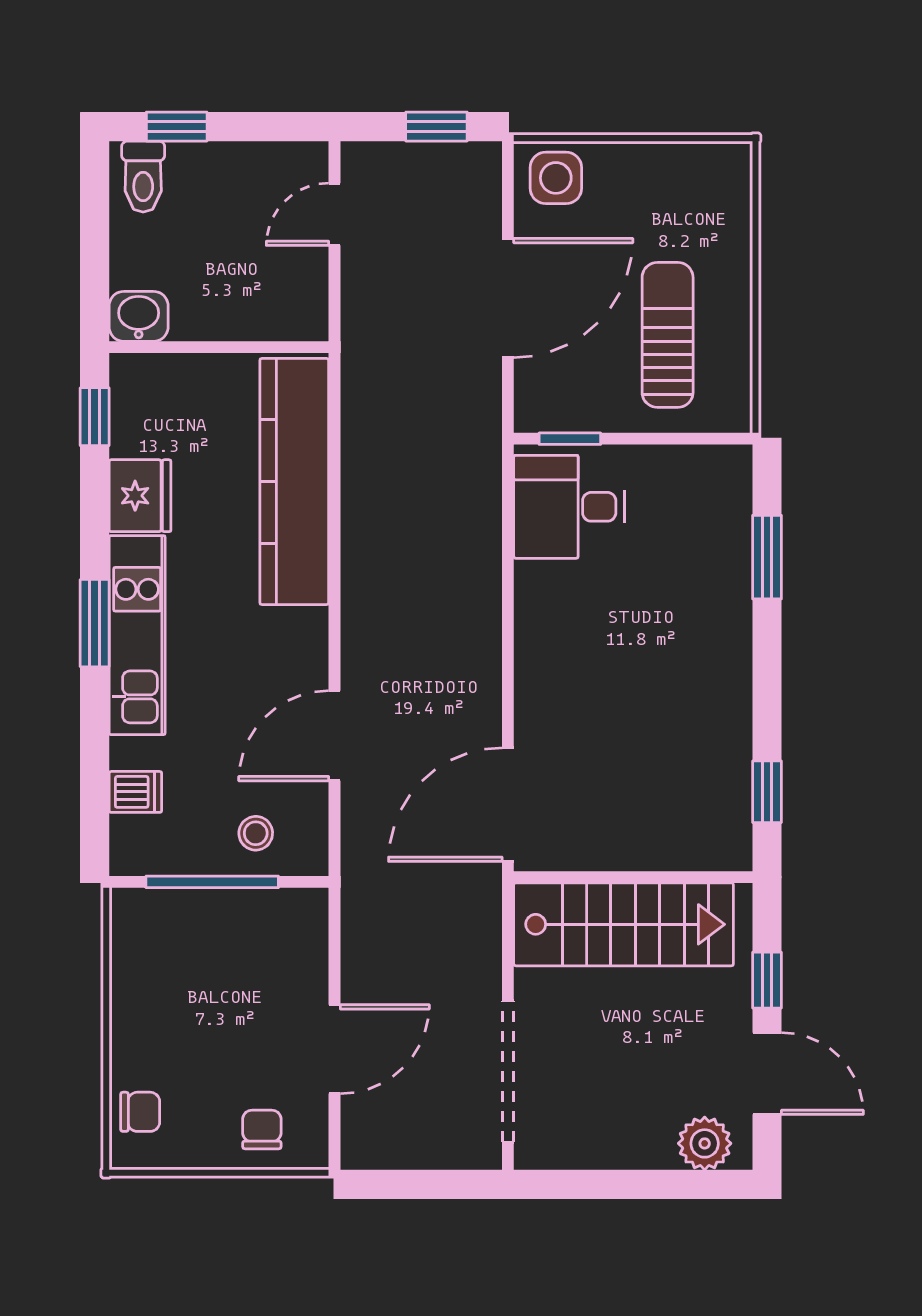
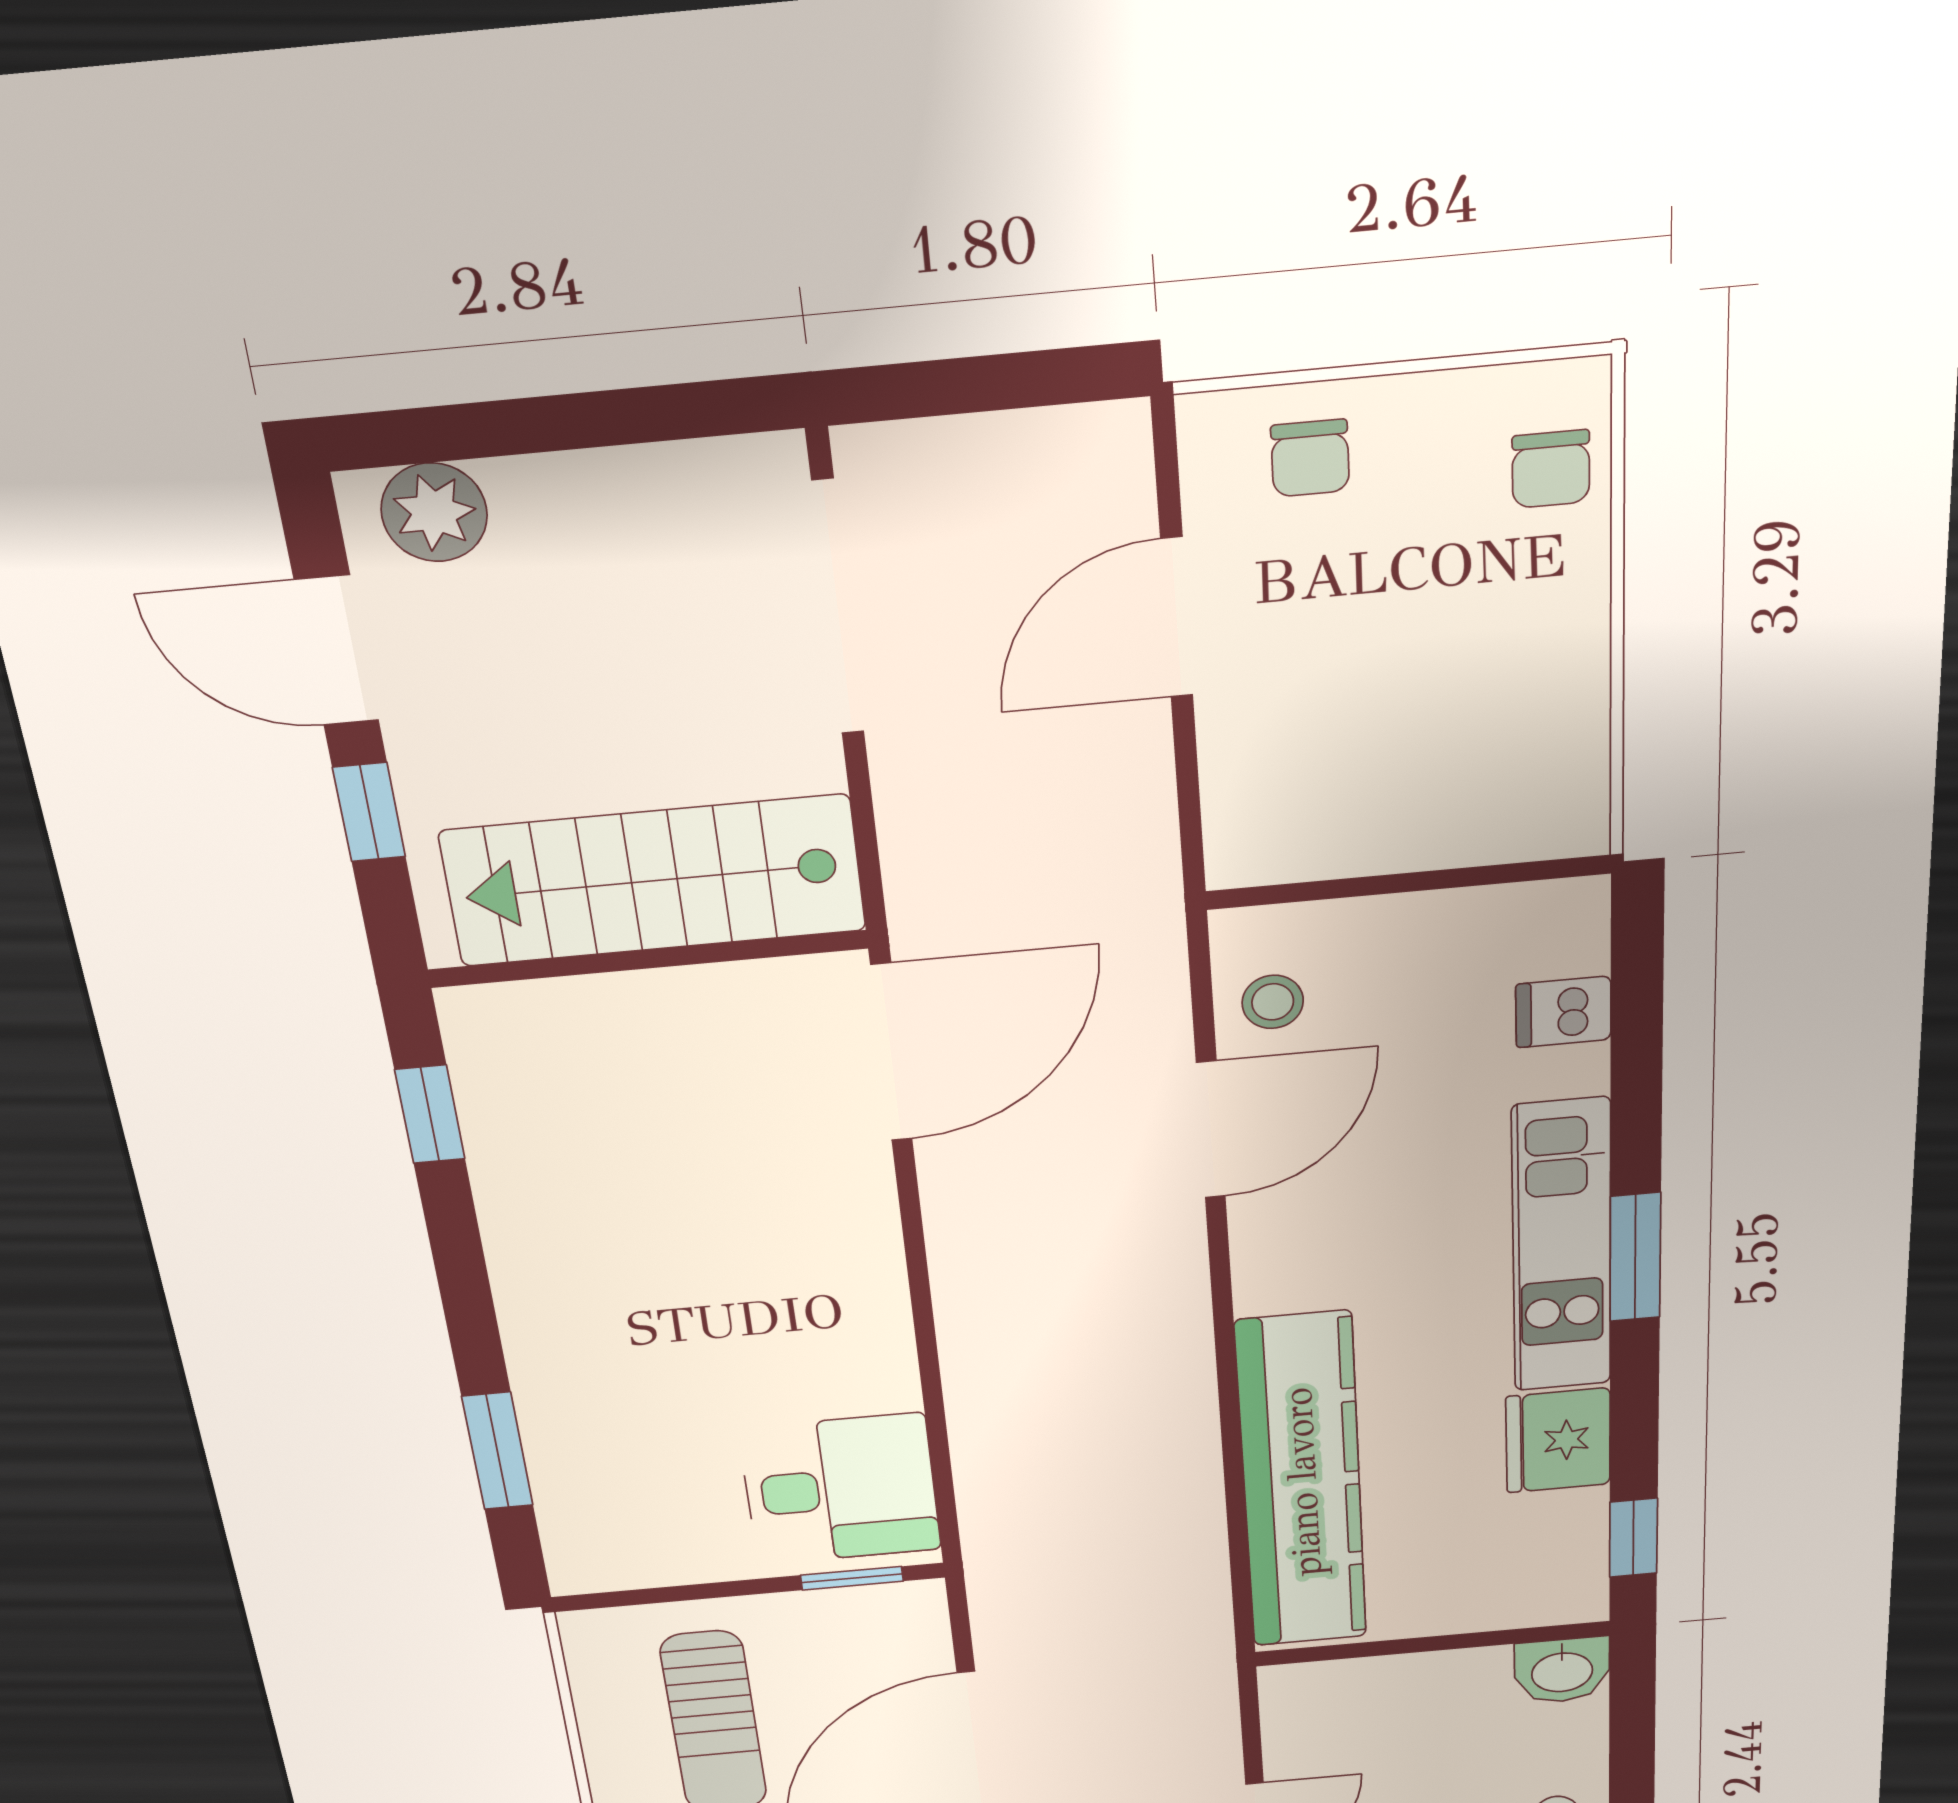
stool: (256, 833) -> (1273, 1002), moved
window: (212, 882) -> (1421, 881), removed
chair: (140, 1112) -> (1551, 469), turned -90

